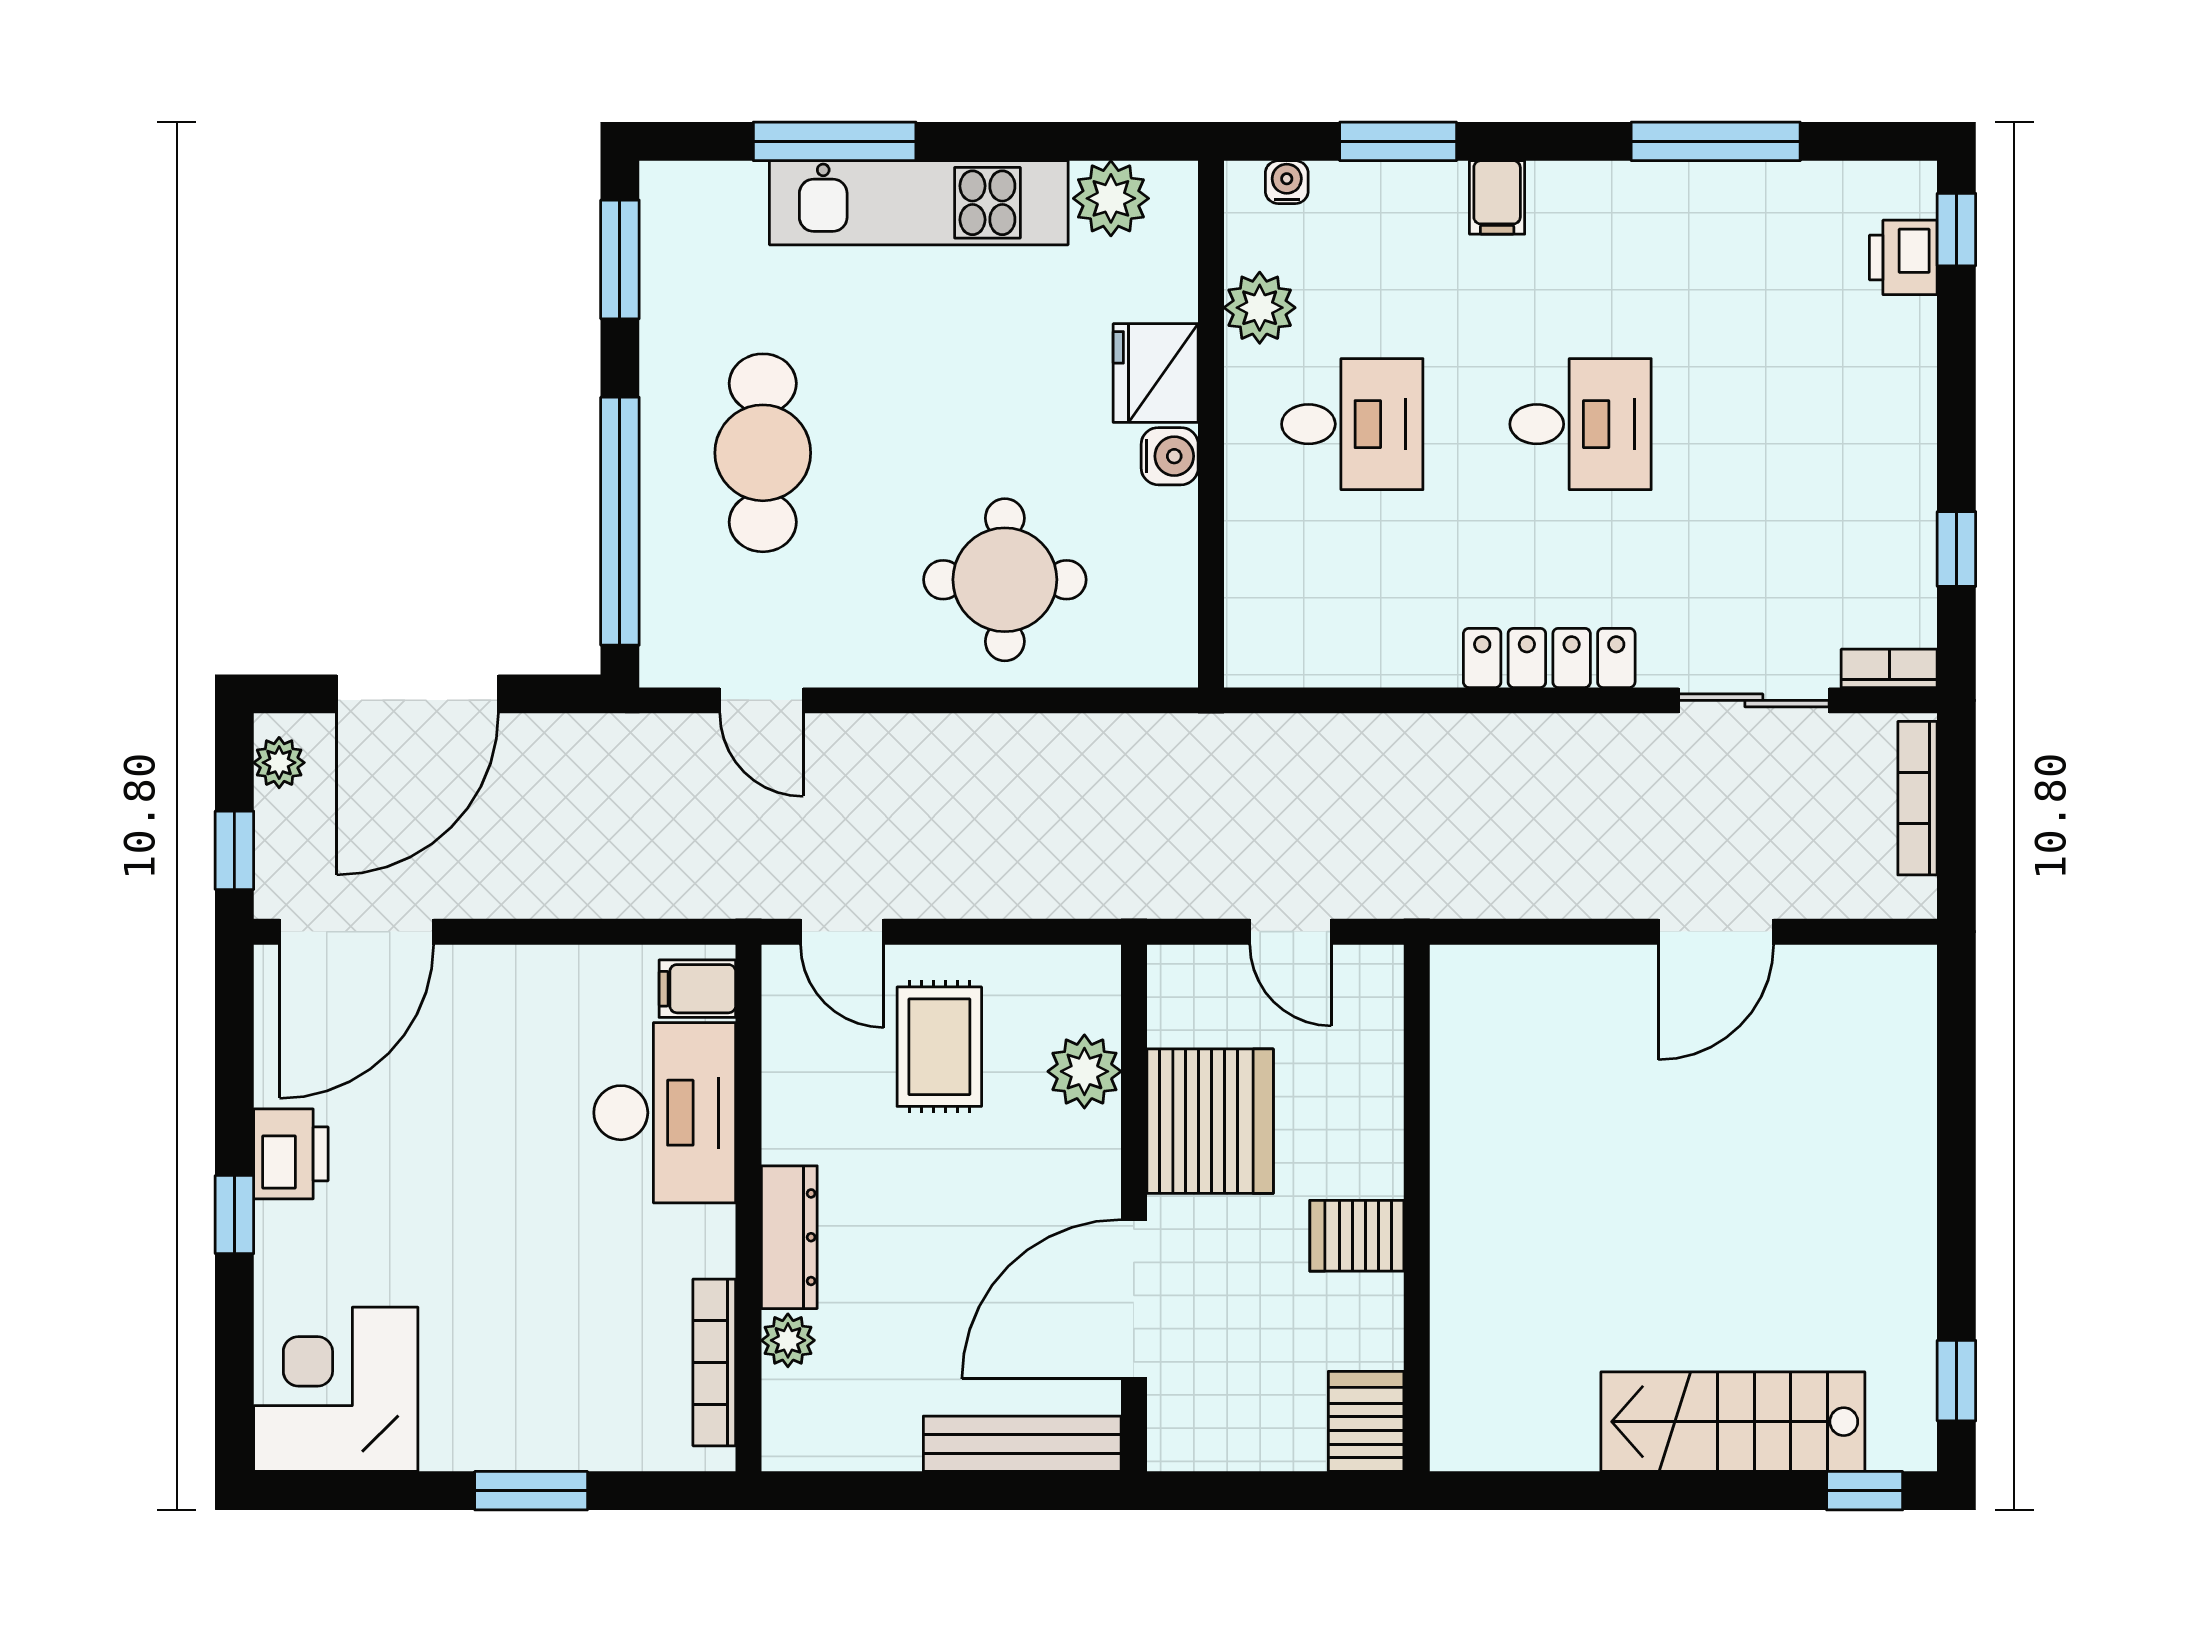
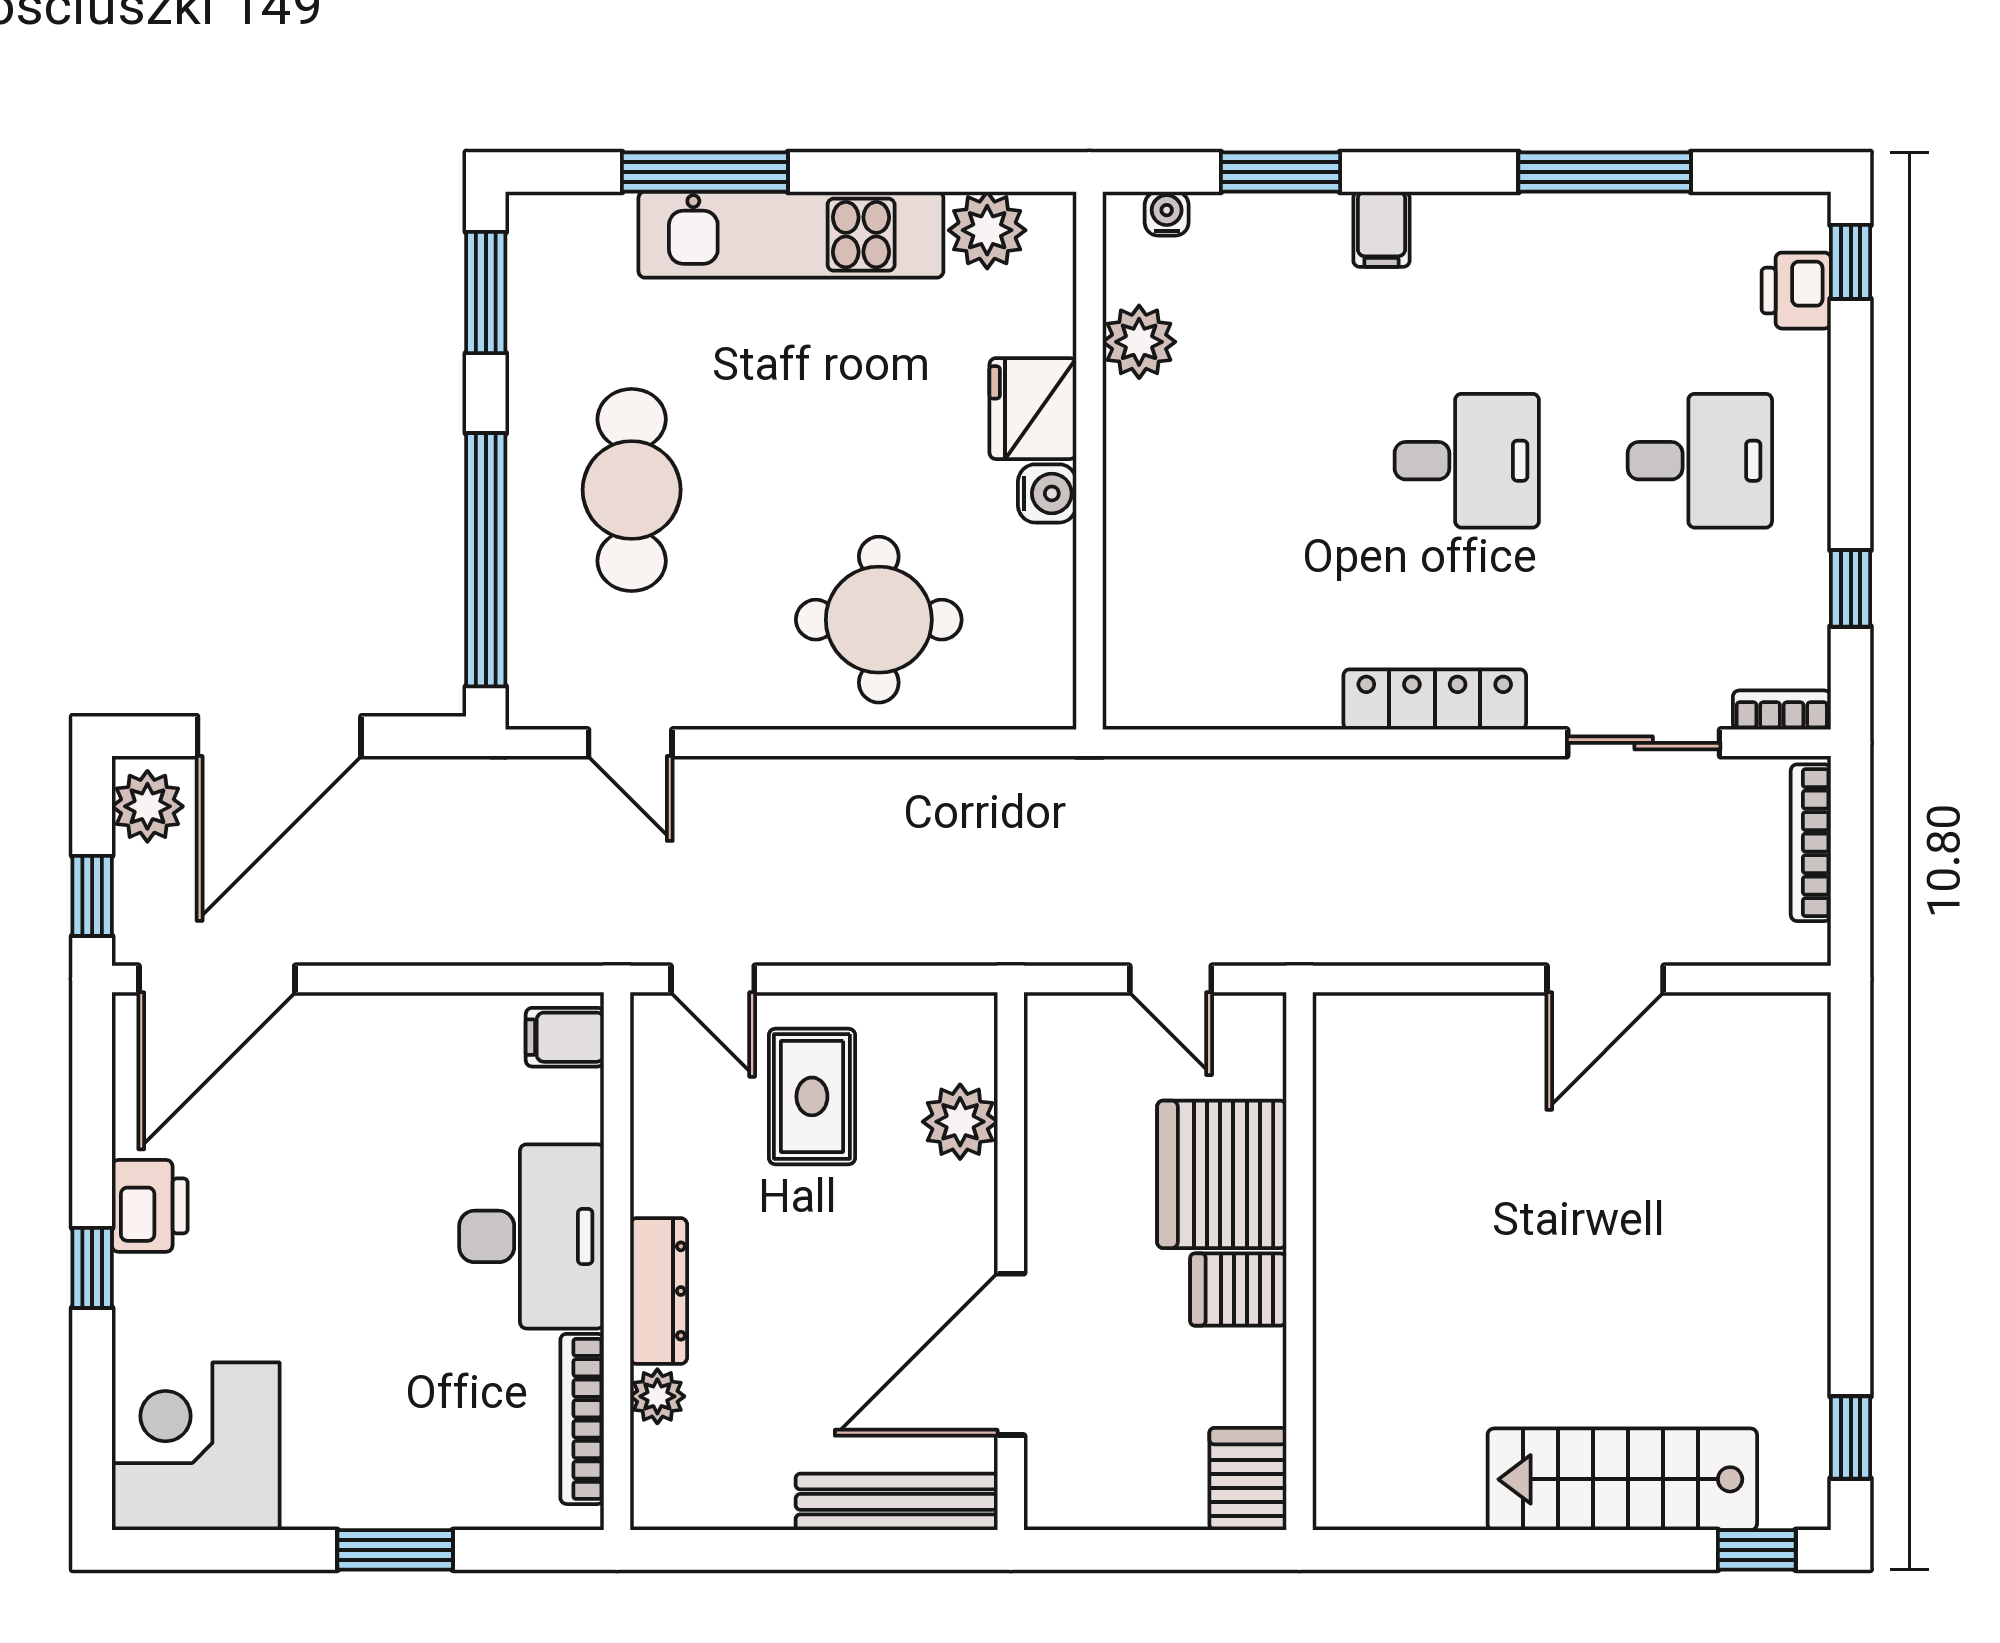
desk: (1352, 424) -> (1700, 461), moved
plant: (279, 763) -> (147, 806), width x1.38, depth x1.38
desk: (665, 1113) -> (532, 1236), moved
server rack: (1210, 1121) -> (1222, 1174), moved, turned 180

